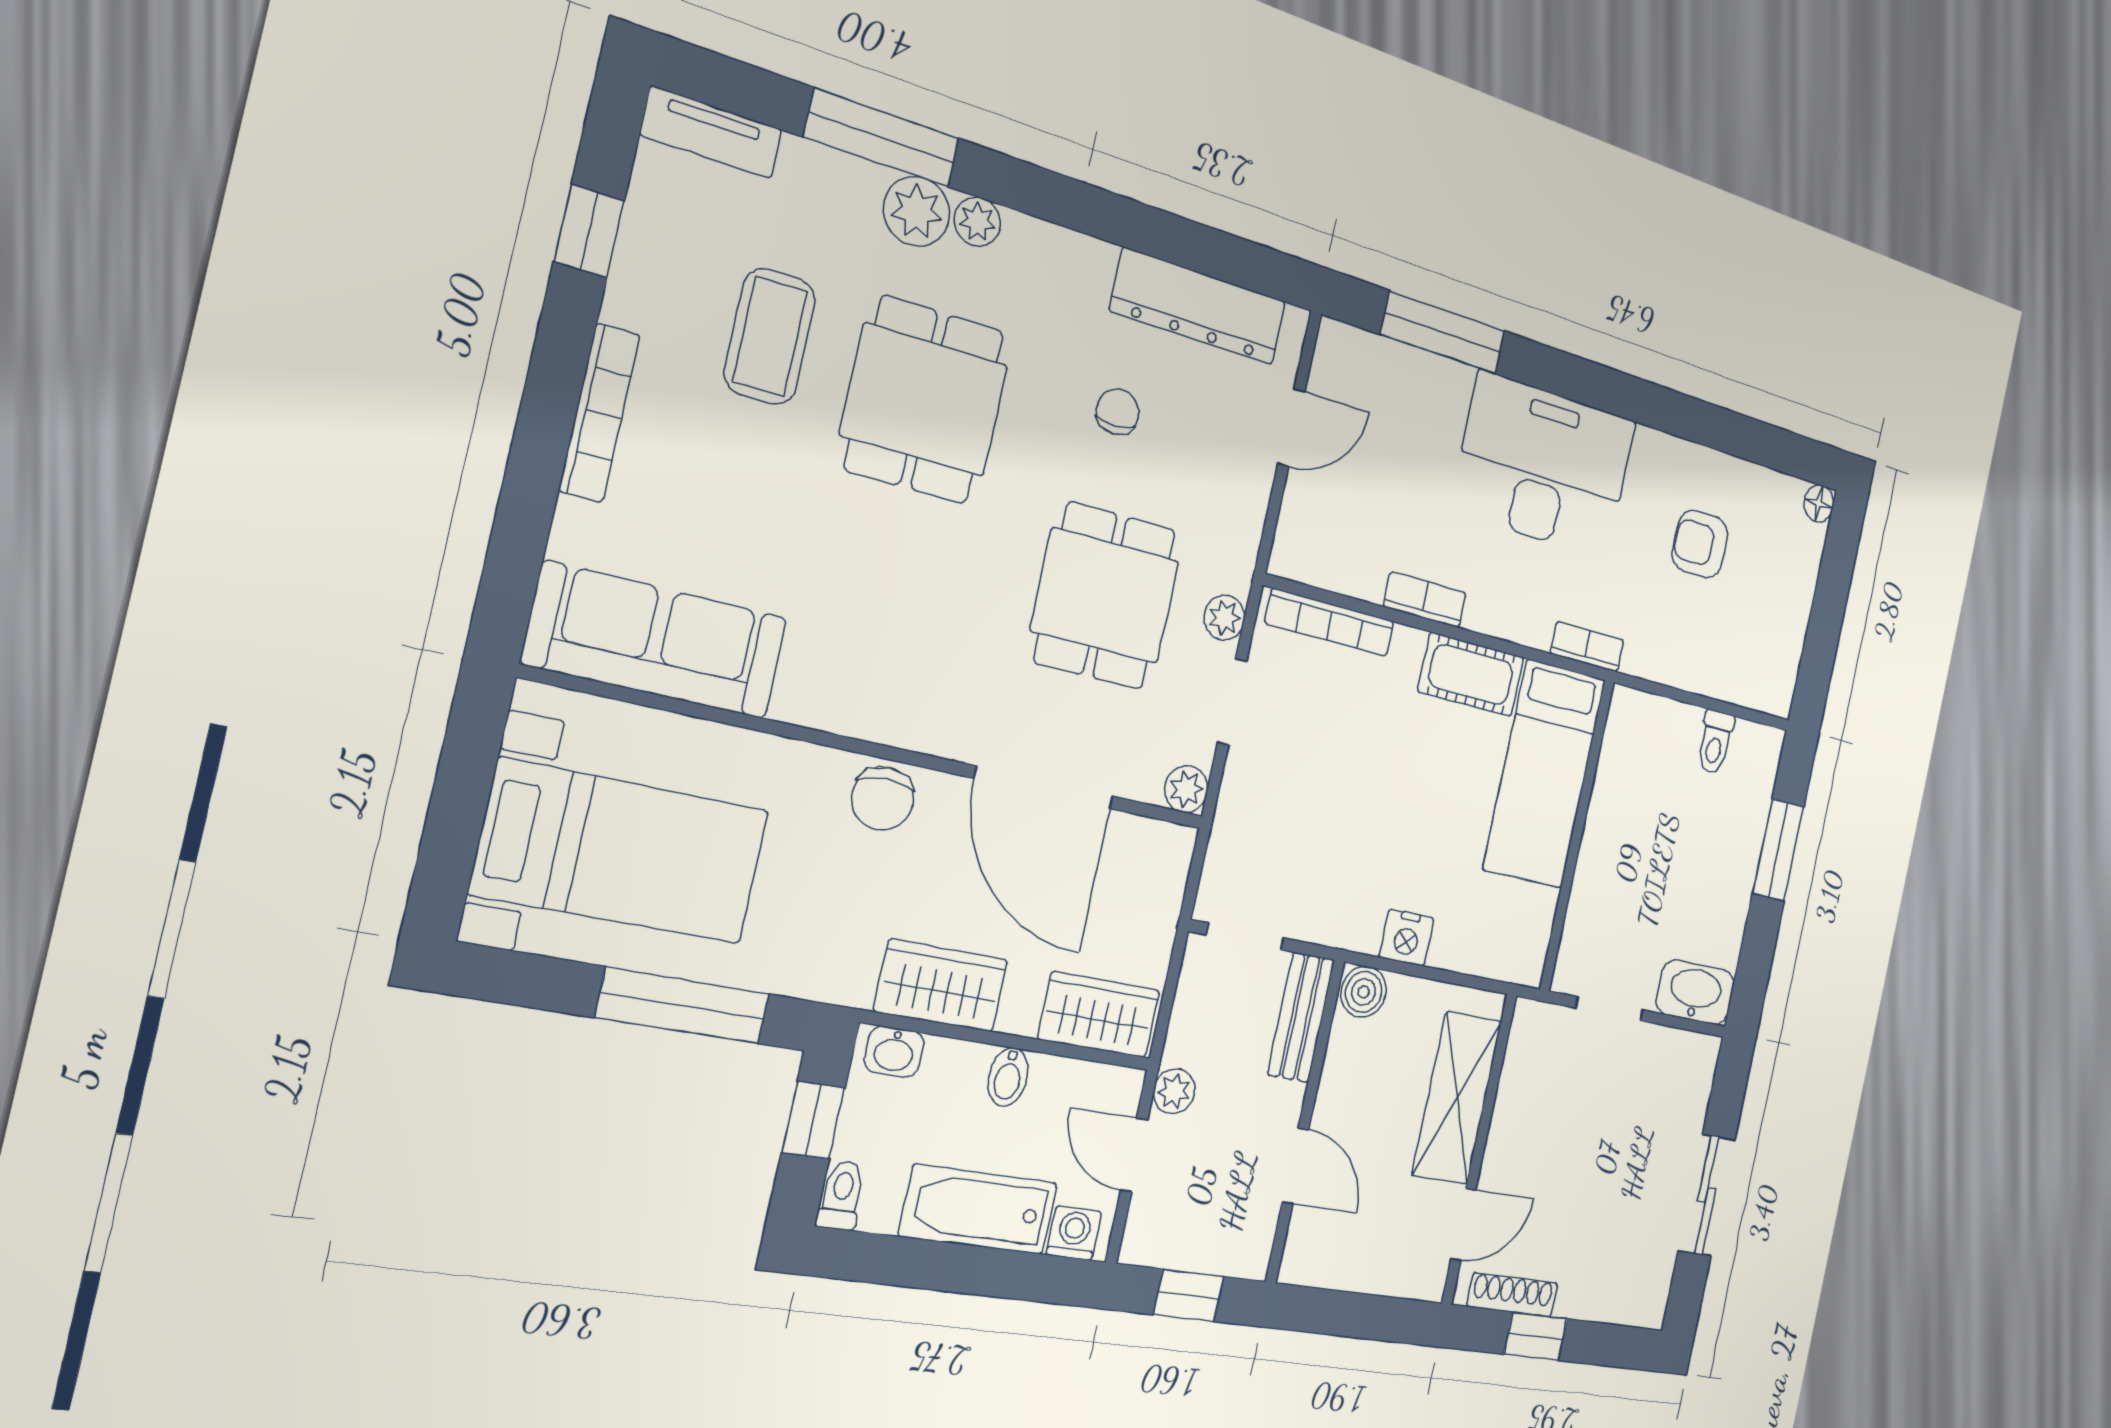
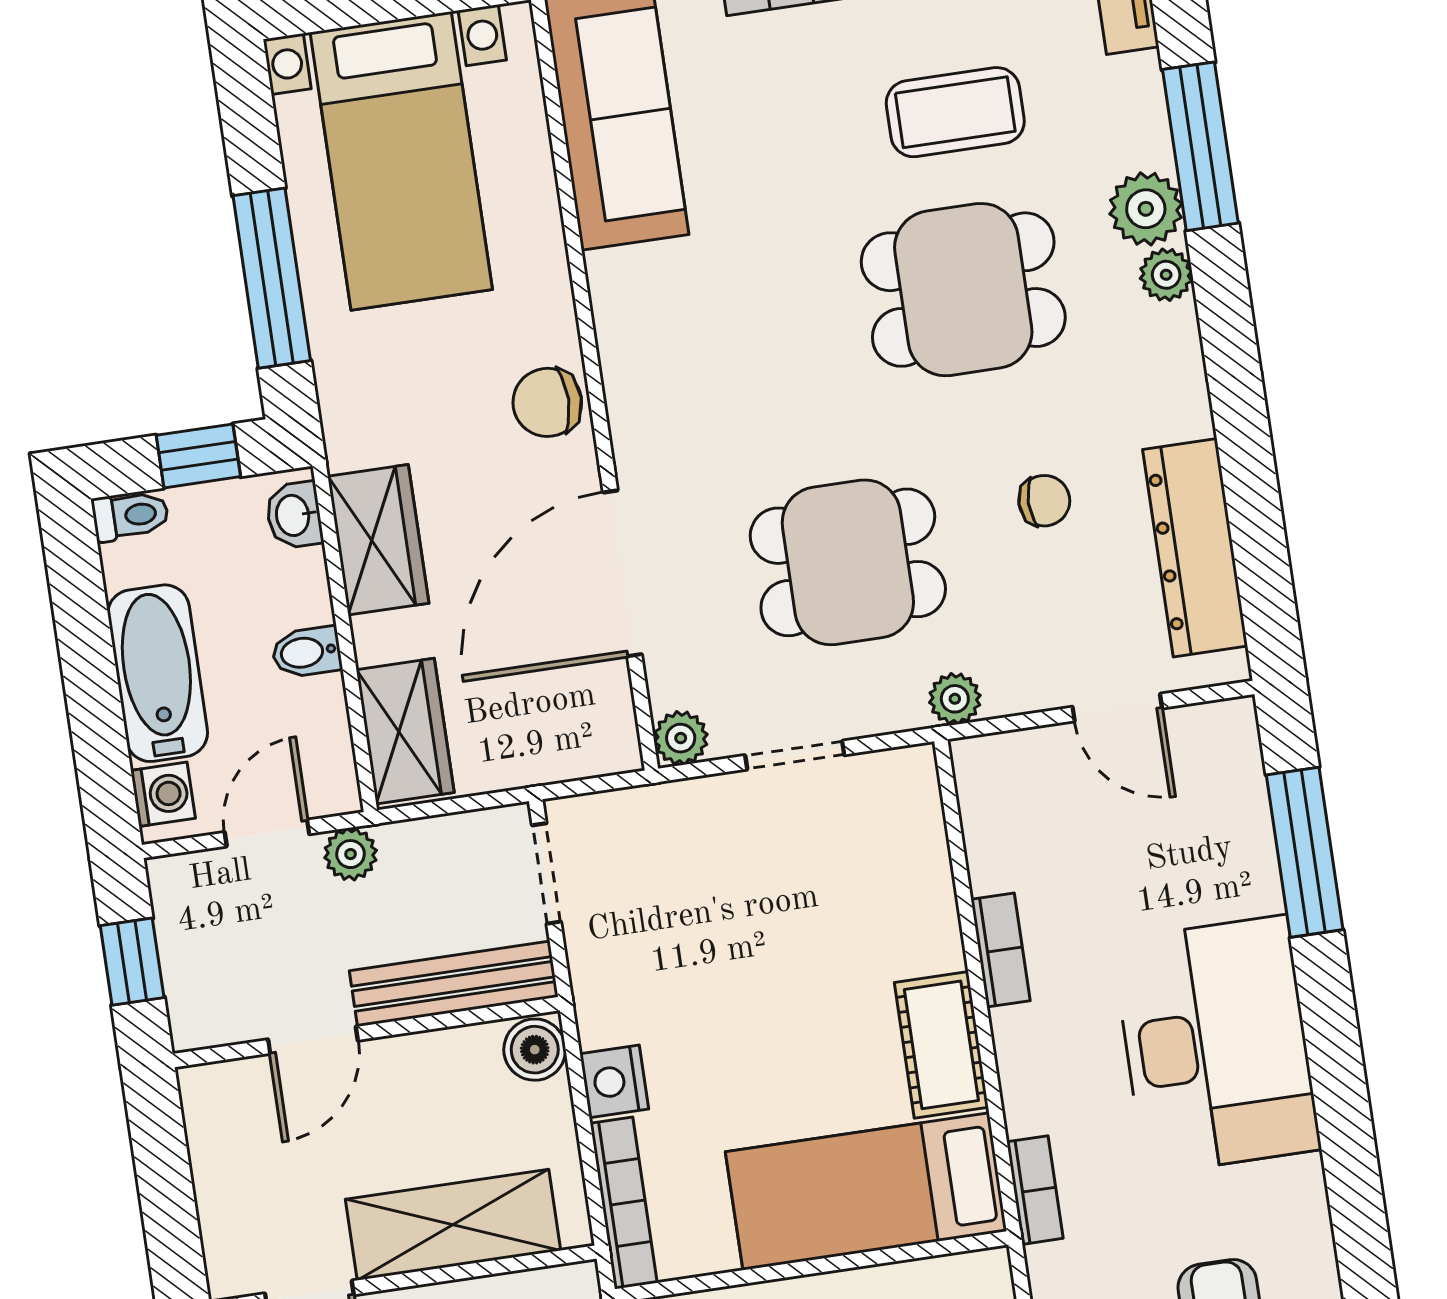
plant: (1224, 618) -> (955, 699), moved
bookcase: (1330, 622) -> (624, 1203), moved, turned 180
bench: (1301, 1017) -> (454, 984), width x1.36

